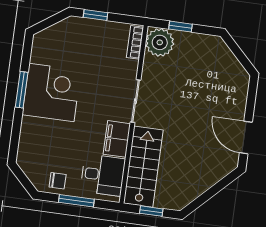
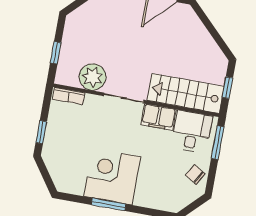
plant: (160, 42) -> (93, 77), moved
chair: (58, 181) -> (195, 174), turned -59
window: (76, 201) -> (218, 143), moved

